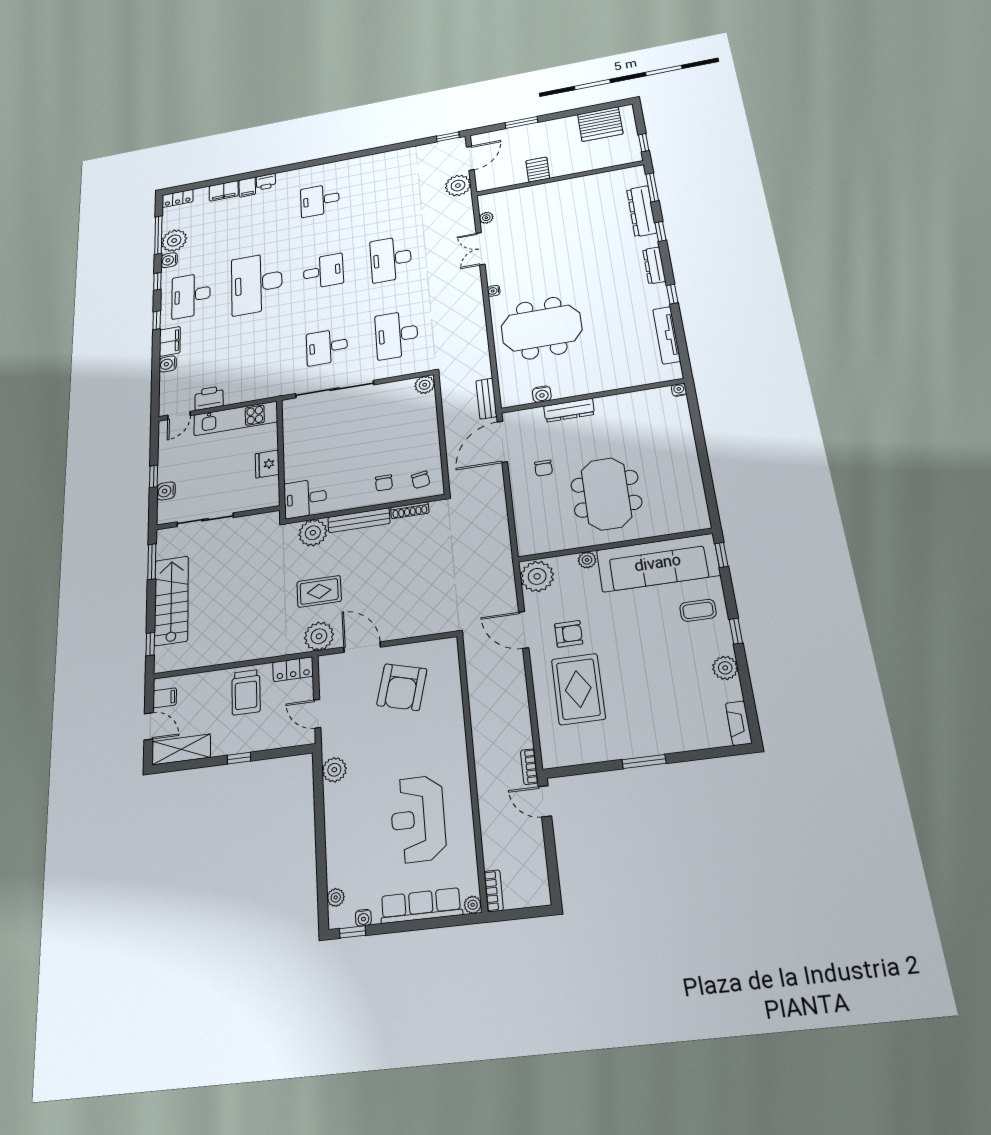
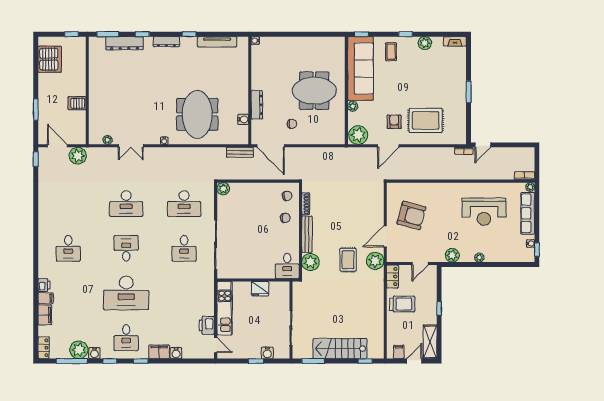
desk: (191, 295) -> (126, 338), width x0.73
plant: (336, 897) -> (479, 258), moved

